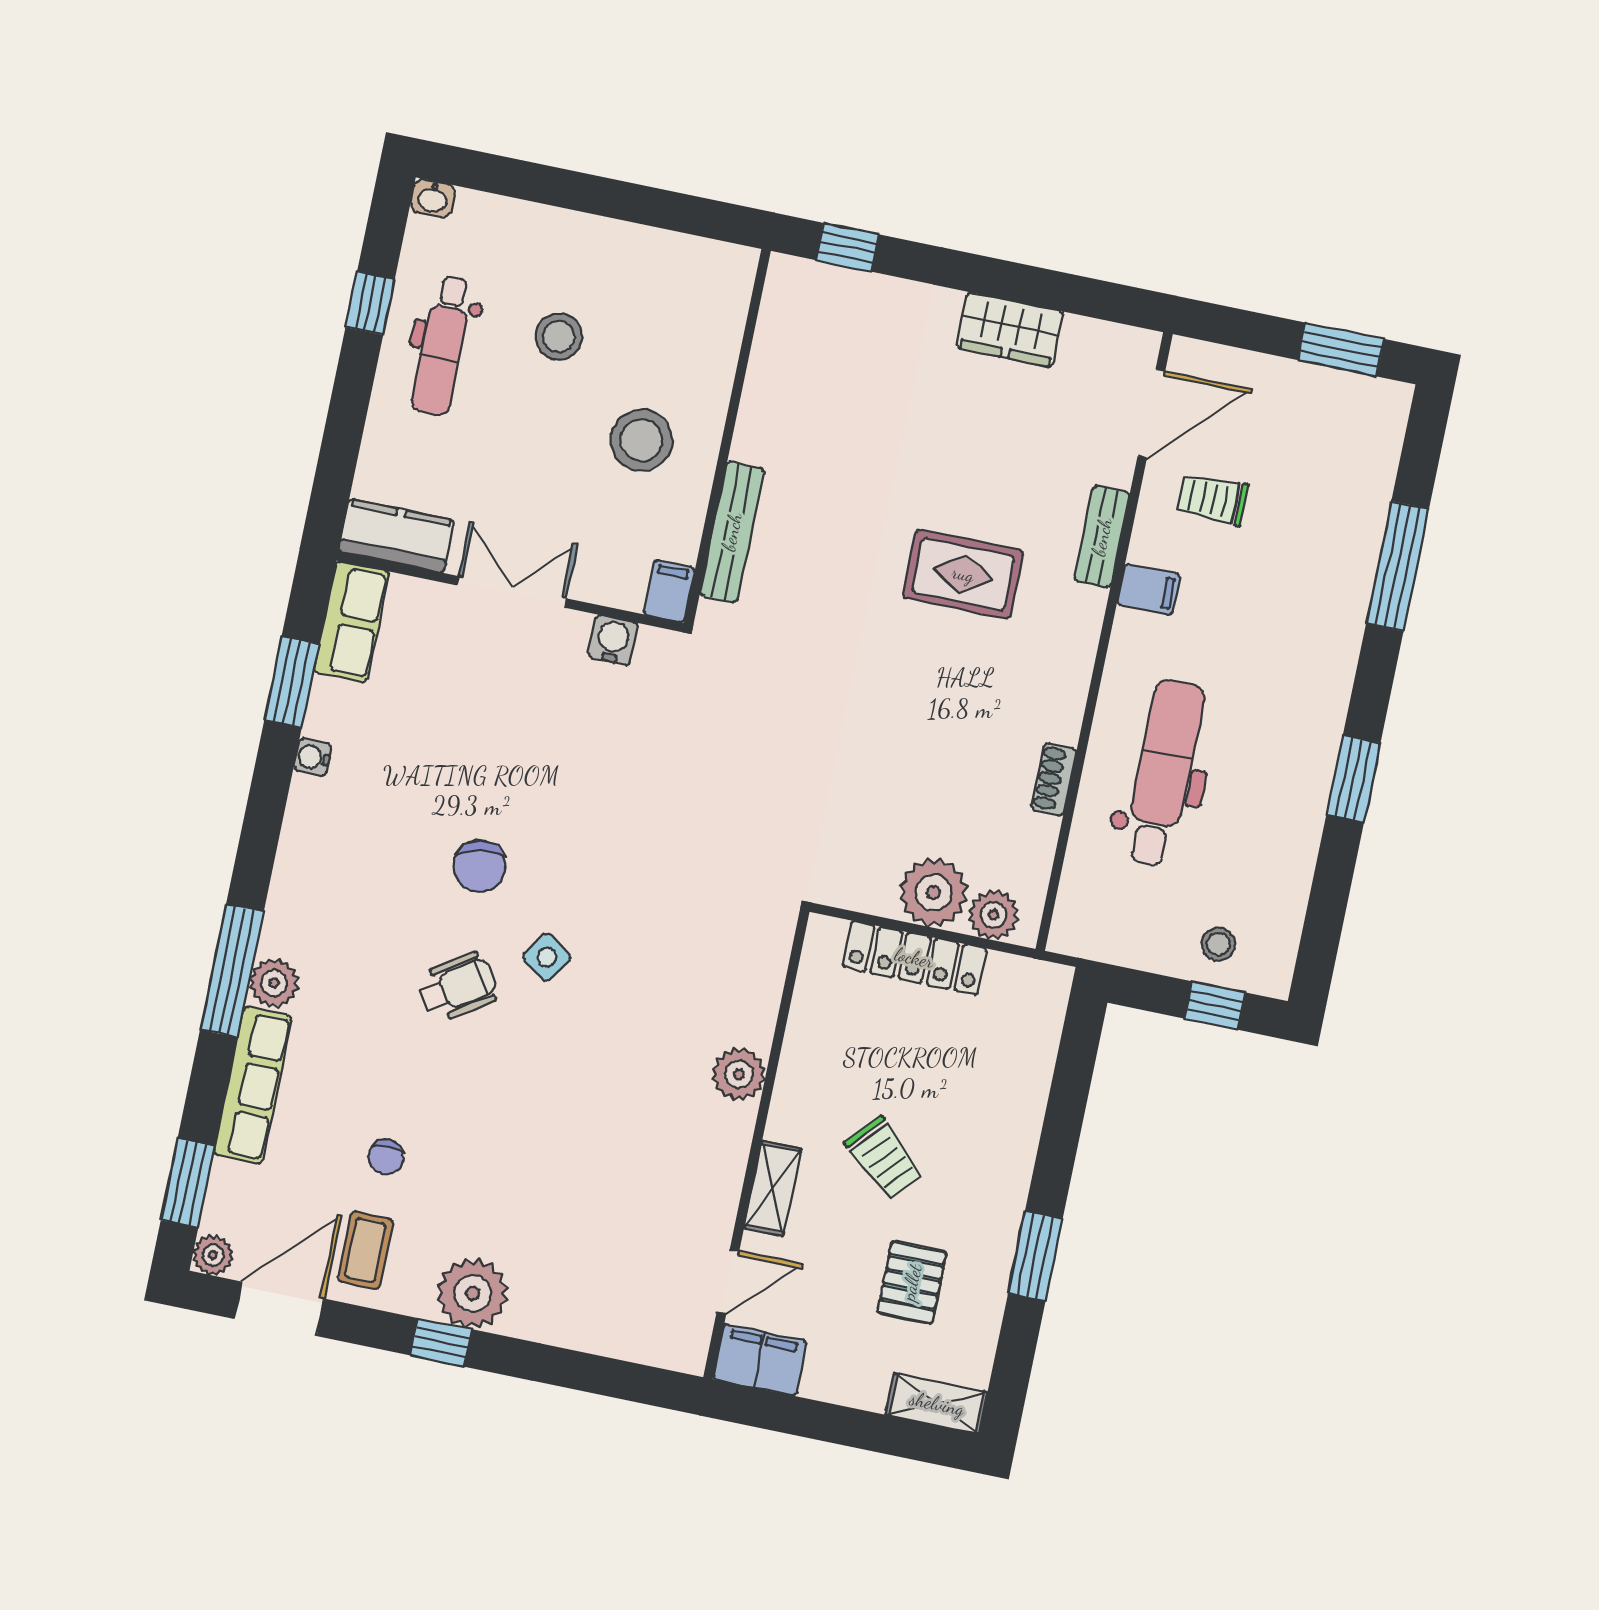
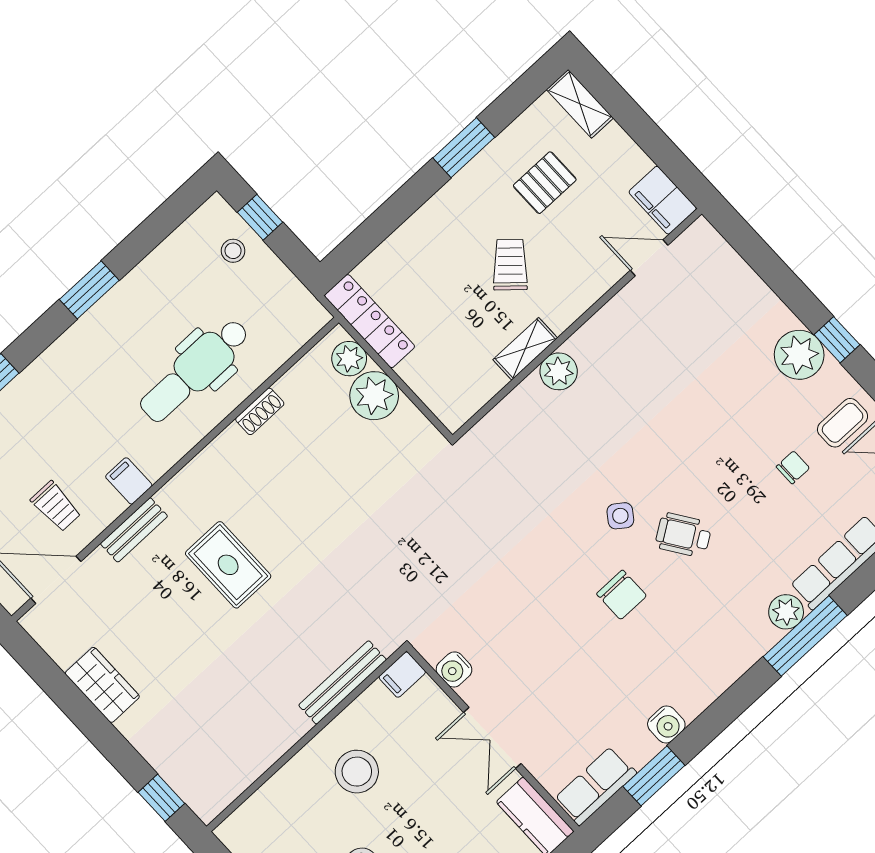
water cooler: (313, 757) -> (666, 724), width x1.38, depth x1.38
chair: (480, 866) -> (622, 595), turned 100
locker: (914, 958) -> (370, 321), moved
shelving: (773, 1188) -> (525, 349), moved

